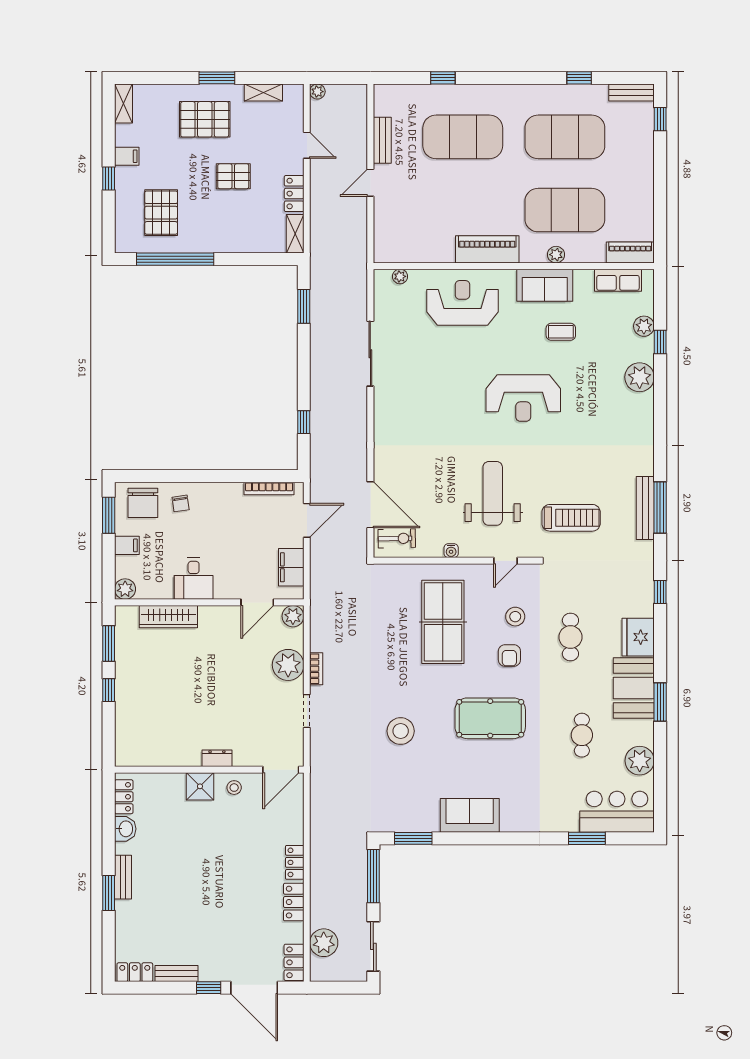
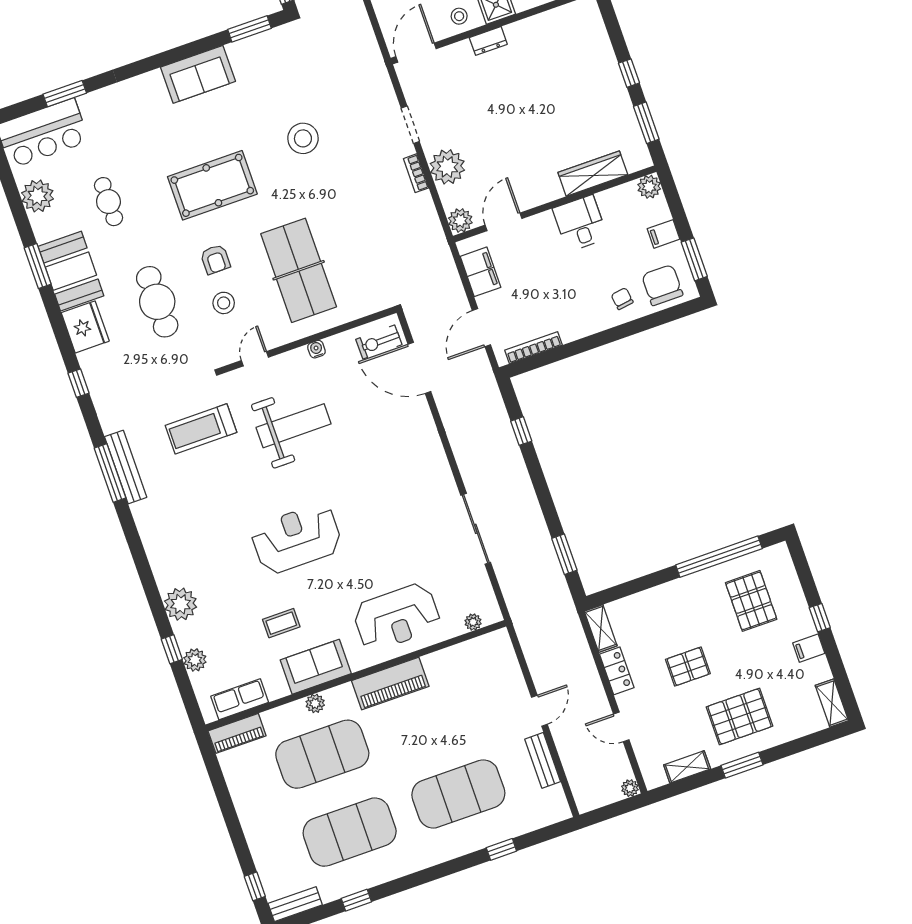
weight bench: (493, 493) -> (294, 426), turned -90
cafe table: (570, 637) -> (157, 302), width x1.37, depth x1.35
armchair: (509, 656) -> (215, 259), turned 180

